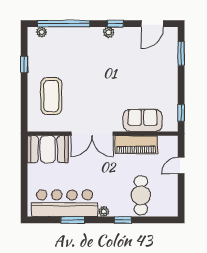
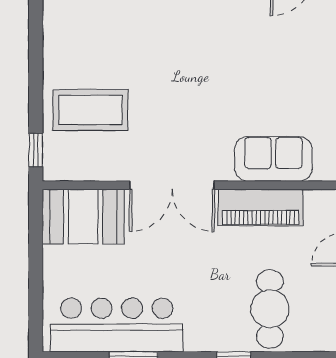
window: (24, 64) -> (36, 150), moved
coffee table: (51, 96) -> (90, 110), turned 90
plant: (104, 211) -> (196, 341), removed

